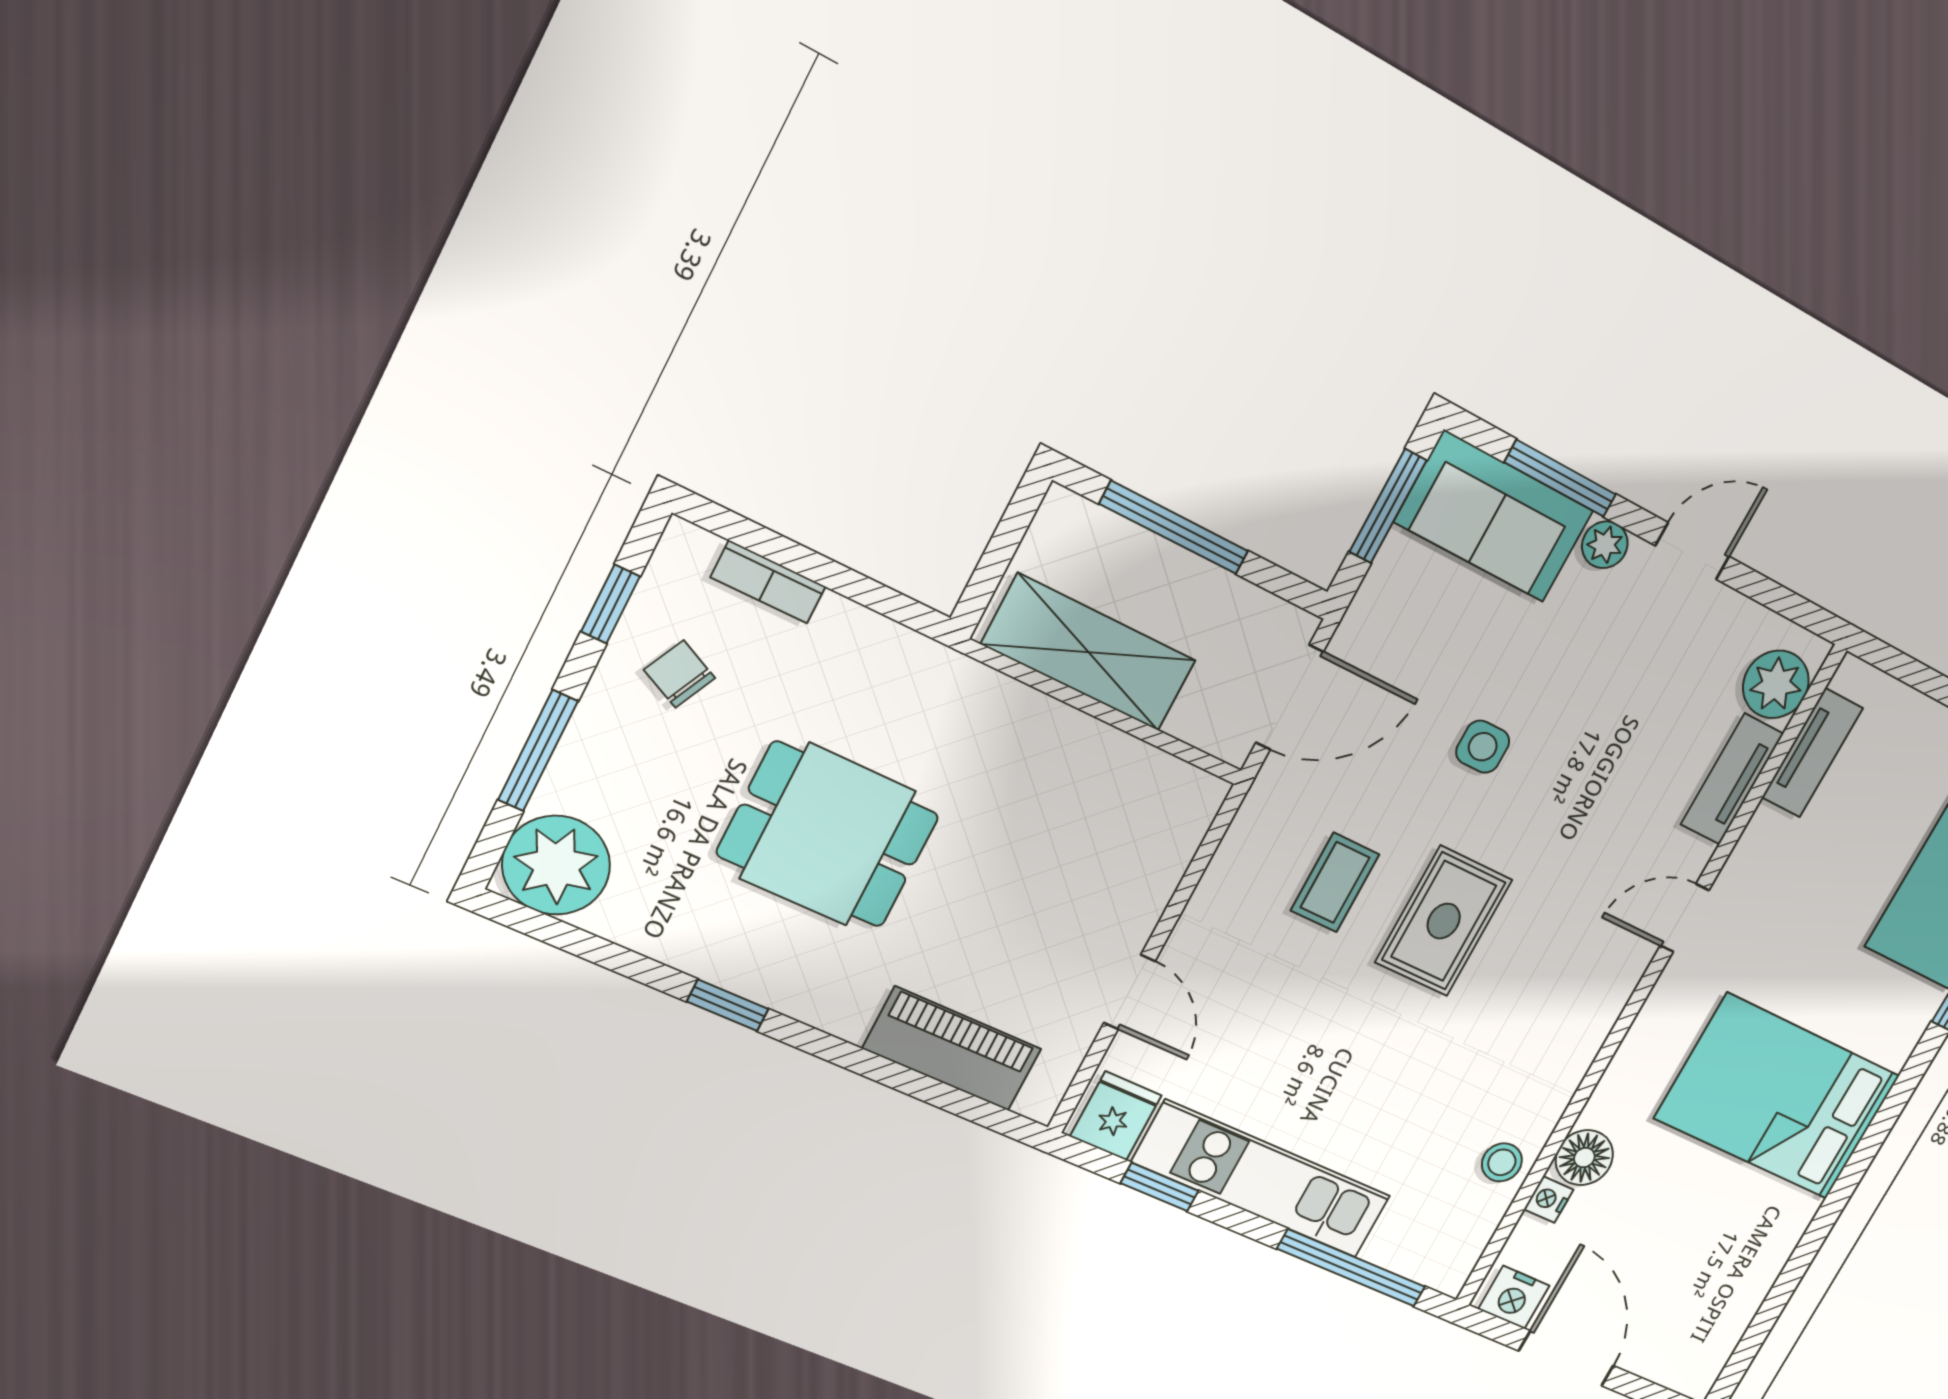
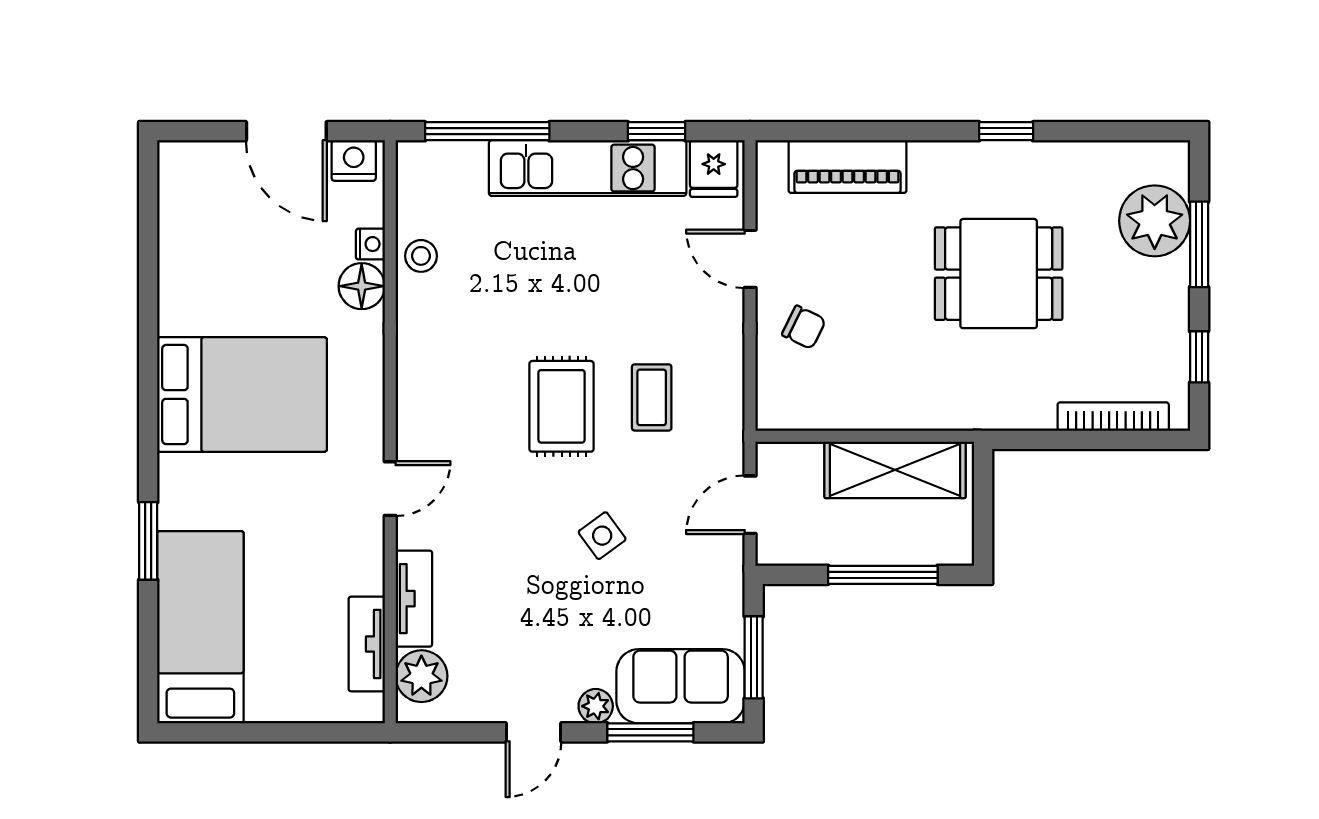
bookcase: (768, 582) -> (1113, 417), width x1.56
chair: (680, 674) -> (804, 327), moved
door: (1290, 697) -> (750, 505), width x0.73
side table: (1483, 747) -> (602, 536), turned -36
plant: (556, 865) -> (1155, 221), moved

